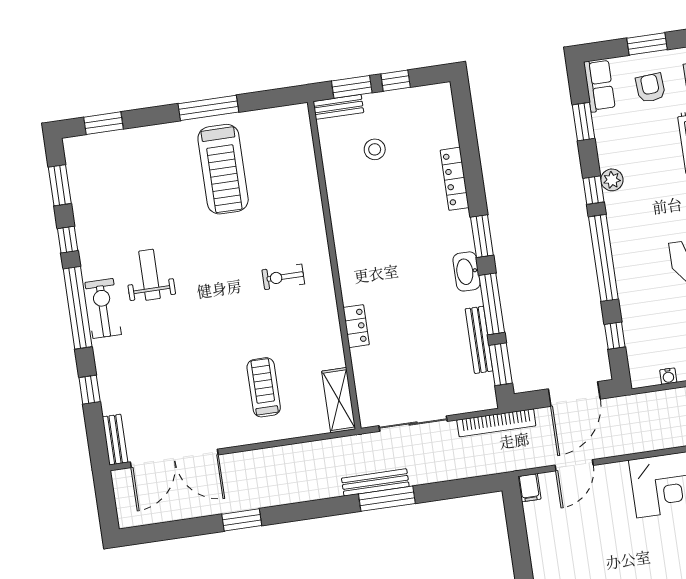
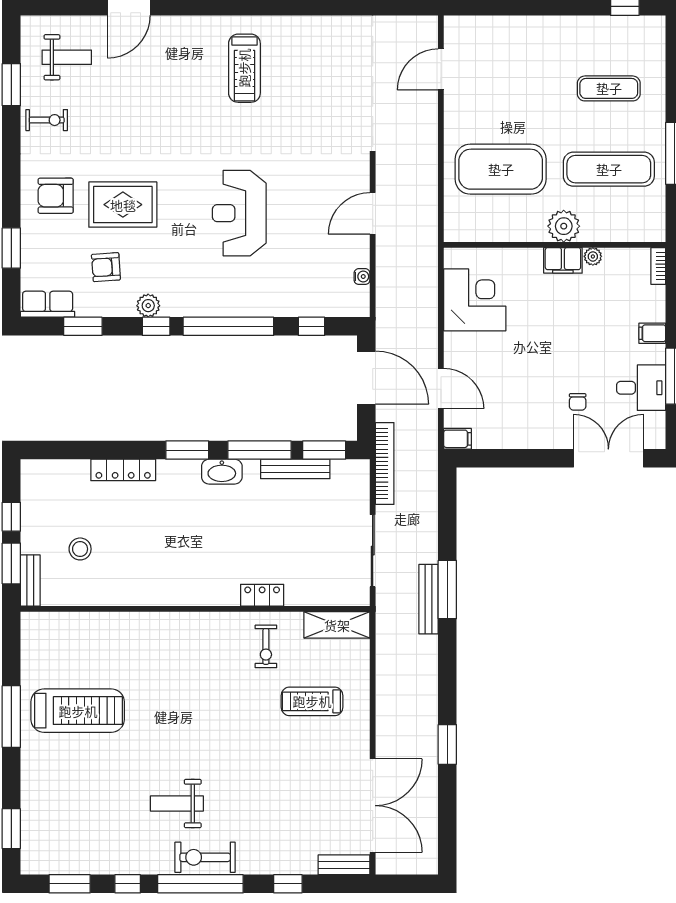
armchair: (650, 88) -> (106, 267), moved
exercise bike: (283, 277) -> (266, 646), moved

